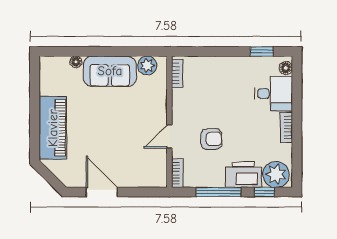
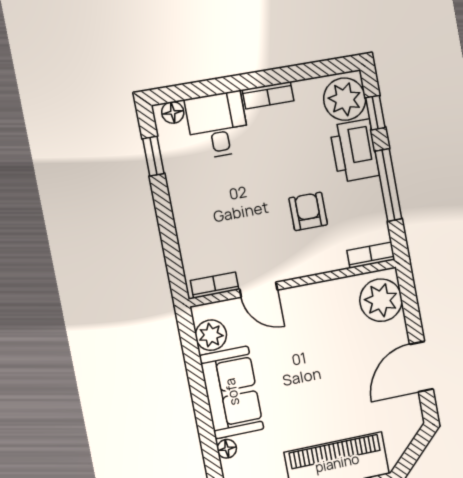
door: (169, 137) -> (259, 290), moved
plant: (148, 174) -> (381, 300), added

